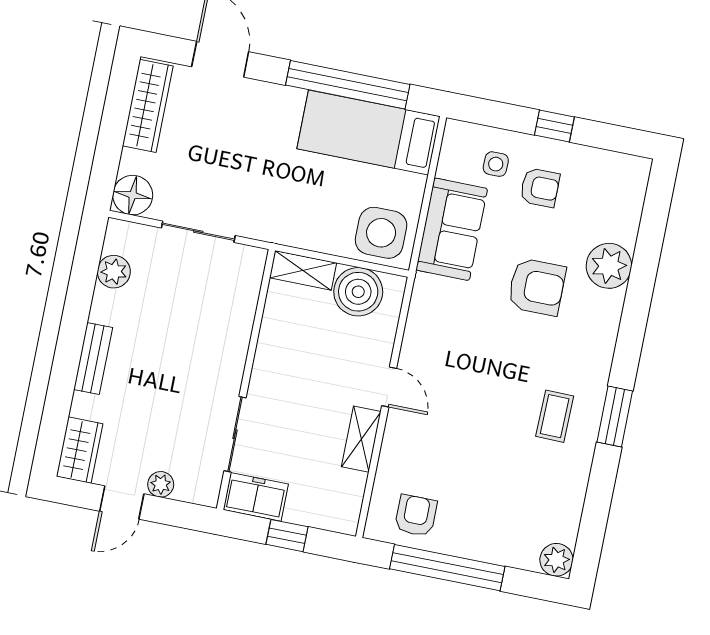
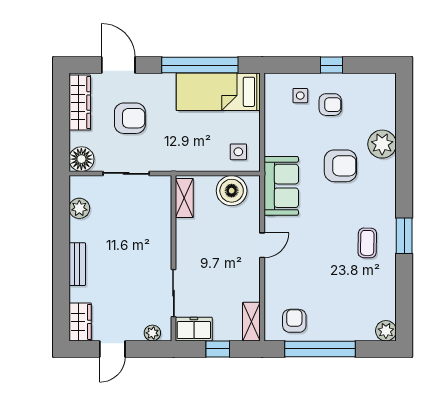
armchair: (221, 146) -> (130, 118), added
sofa: (452, 229) -> (281, 186), moved
side table: (381, 233) -> (238, 152), width x0.54, depth x0.54
shelving: (303, 270) -> (184, 198), moved, turned 90
door: (389, 387) -> (262, 245), hinge flipped
shelving: (361, 439) -> (251, 322), moved
plant: (161, 484) -> (152, 333), moved

